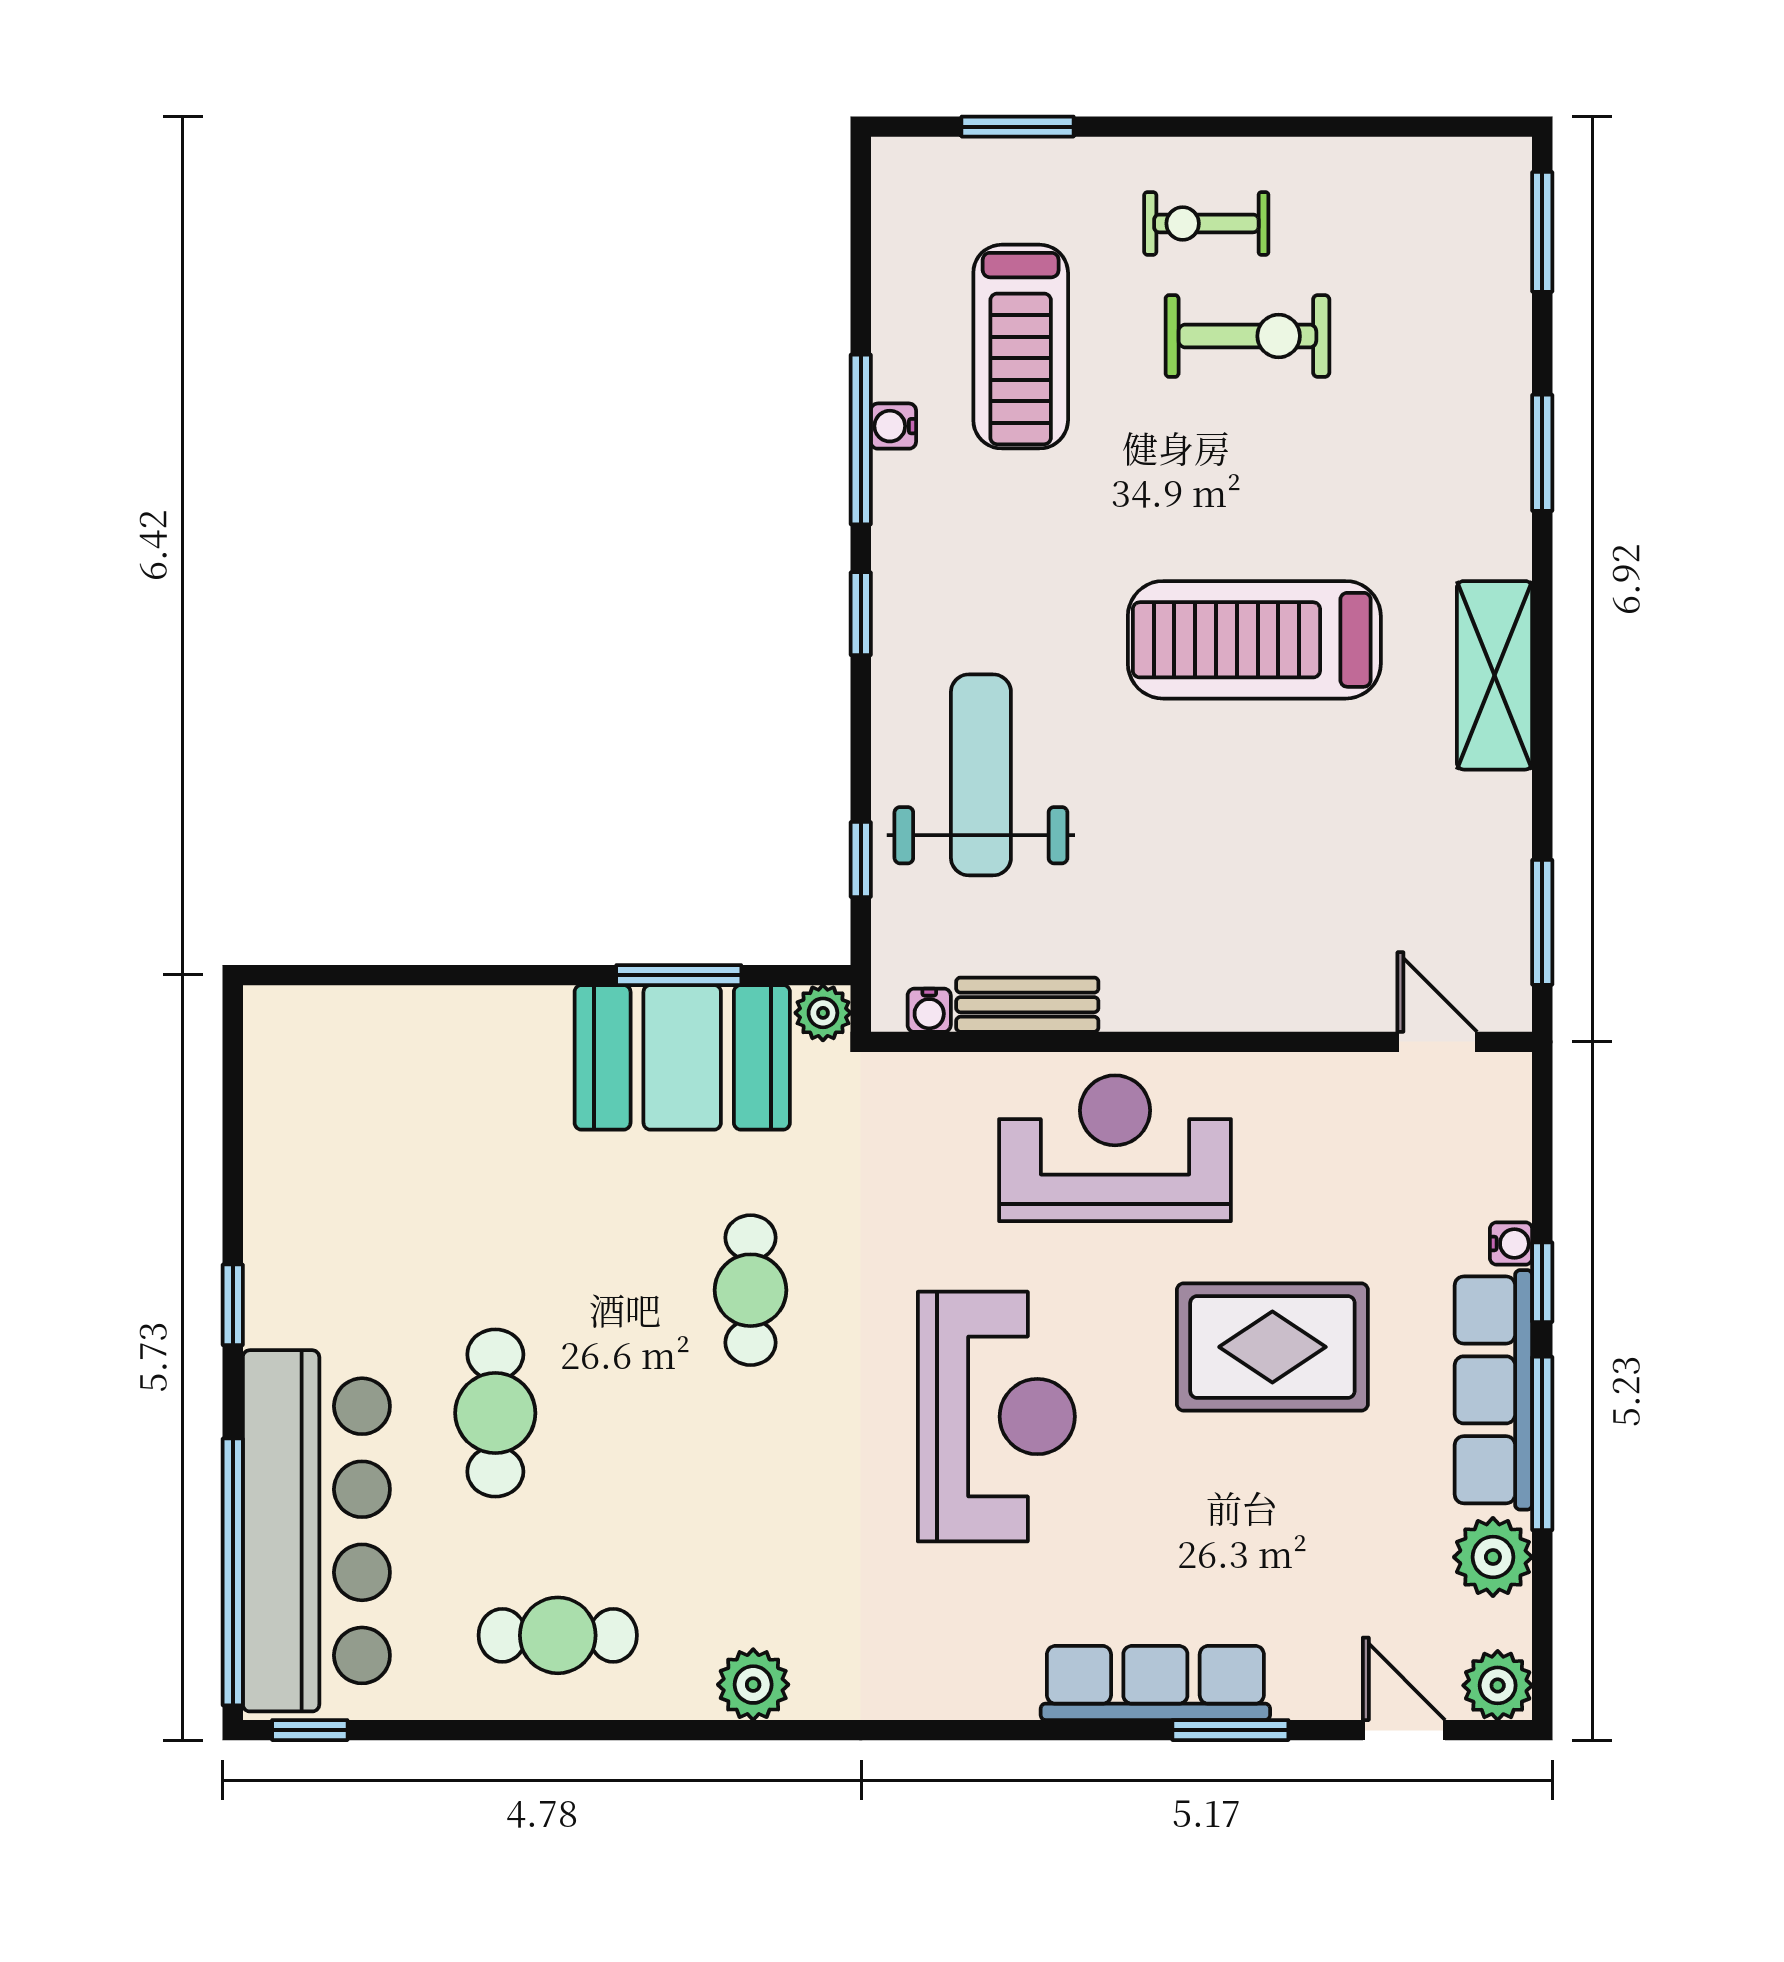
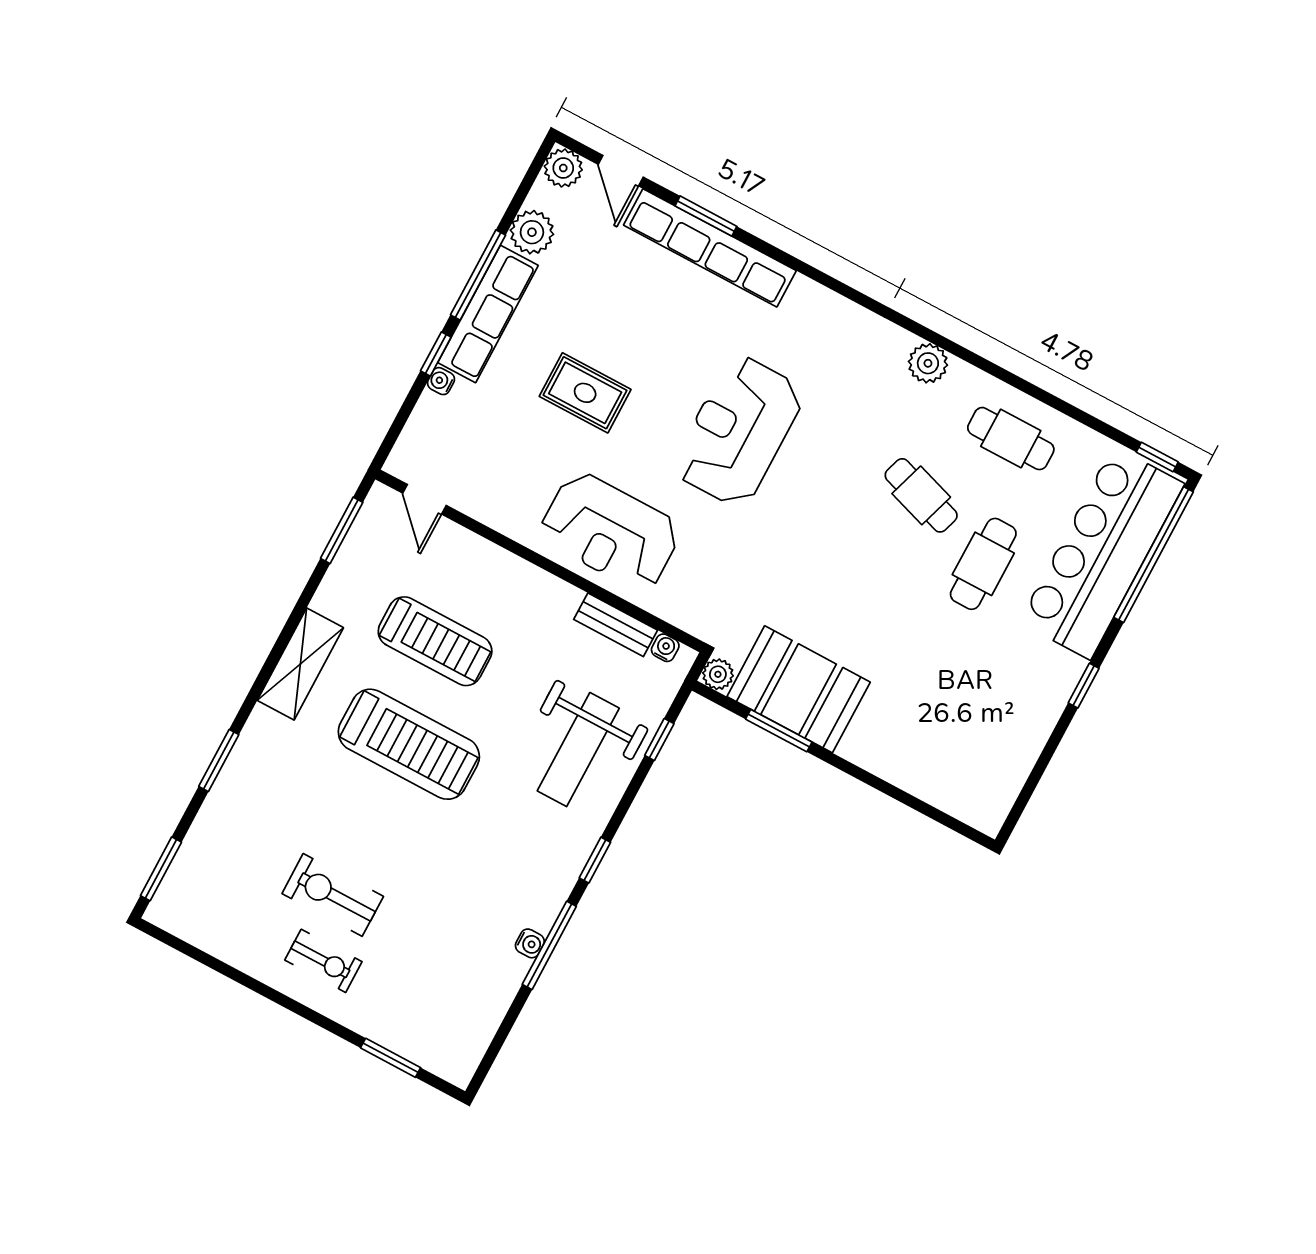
treadmill: (1021, 347) -> (435, 641), moved, turned 90
cafe table: (751, 1290) -> (921, 495), moved, turned -72
rug: (1272, 1347) -> (585, 393), width x0.73, depth x0.70
row of seats: (1155, 1683) -> (710, 248), width x1.36

